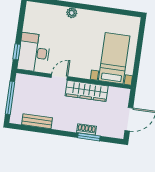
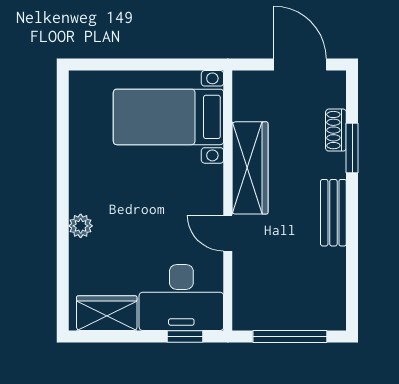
wardrobe: (32, 19) -> (107, 313), added
bench: (37, 121) -> (333, 213), moved
shoe rack: (87, 129) -> (336, 130), moved

